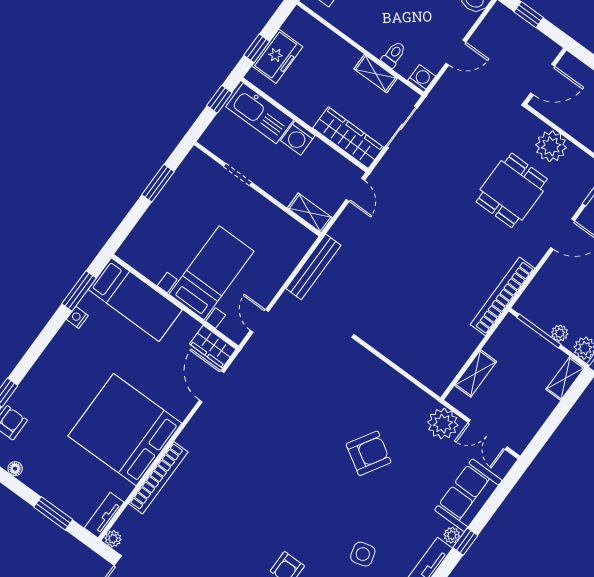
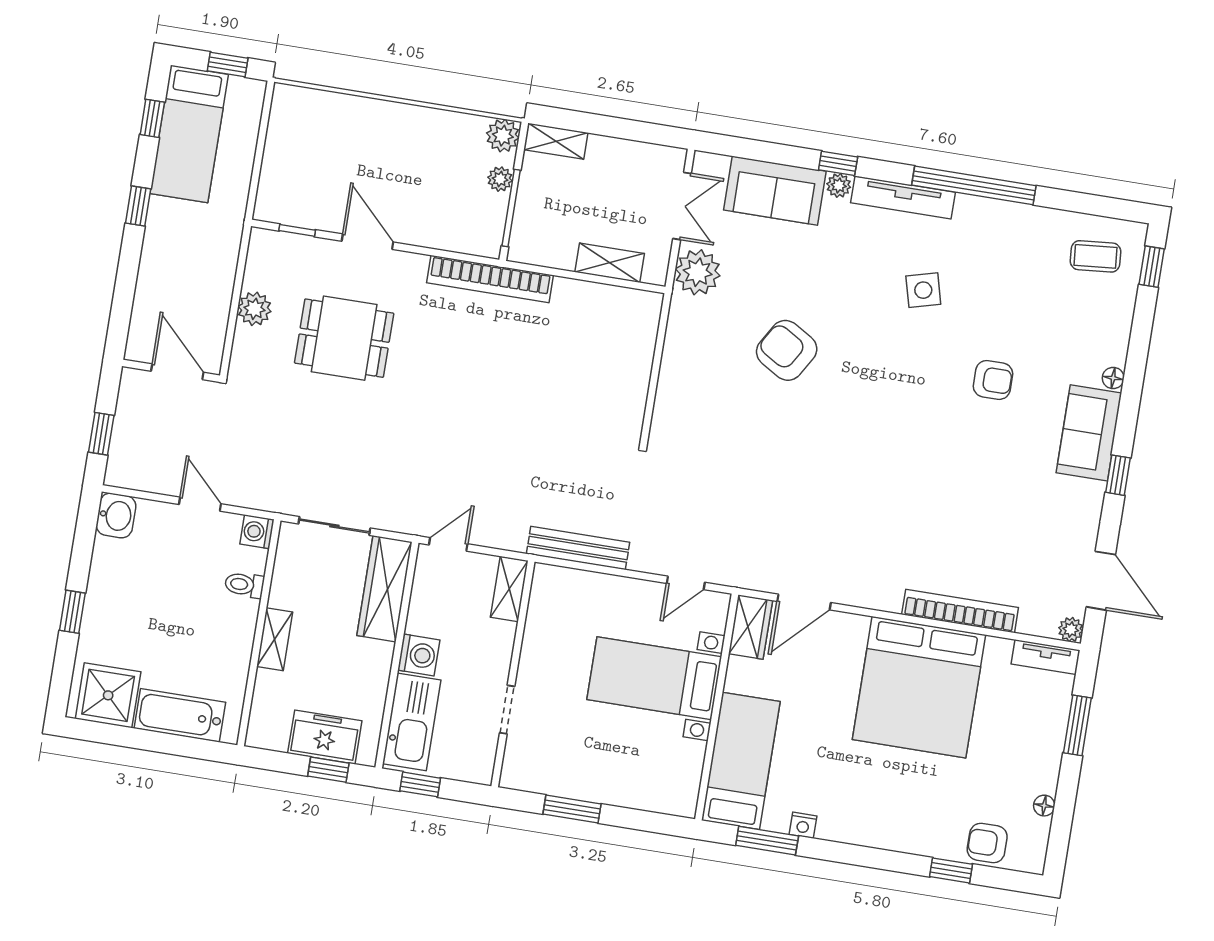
shelving: (376, 74) -> (275, 639), moved
plant: (551, 146) -> (254, 309), width x0.73, depth x0.73

